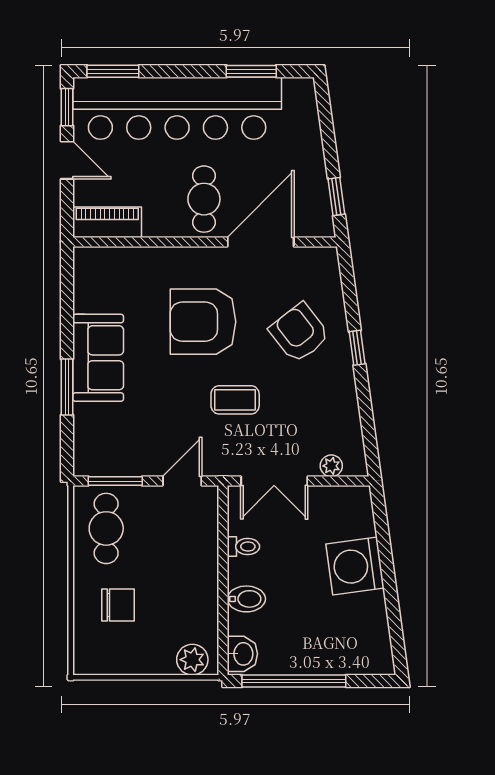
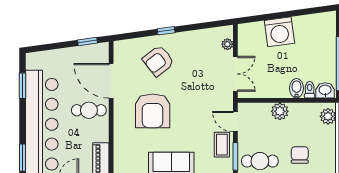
coffee table: (235, 400) -> (222, 145), moved
toilet: (243, 547) -> (310, 90), moved
plant: (202, 567) -> (280, 111), added

